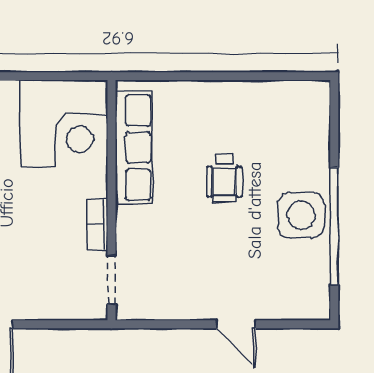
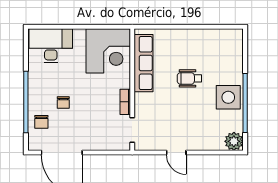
wheelchair: (224, 178) -> (189, 78), turned 90
plant: (312, 302) -> (234, 141), added
door: (236, 324) -> (176, 153), moved

